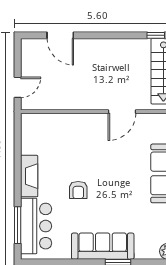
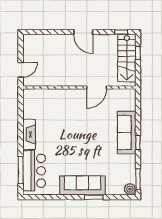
door: (60, 35) -> (83, 32), moved
armchair: (78, 190) -> (65, 145), removed

